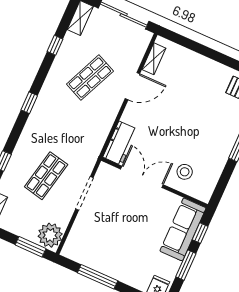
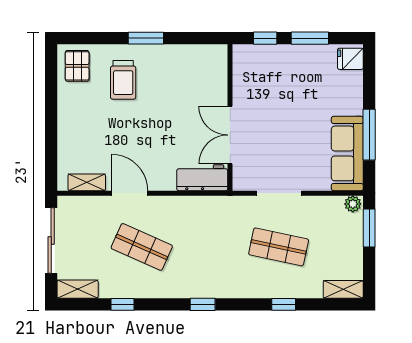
trolley: (216, 118) -> (123, 80), added
stool: (185, 172) -> (202, 88), removed
sofa: (183, 229) -> (347, 153), moved, turned 90
plant: (50, 235) -> (353, 204), width x0.53, depth x0.53

